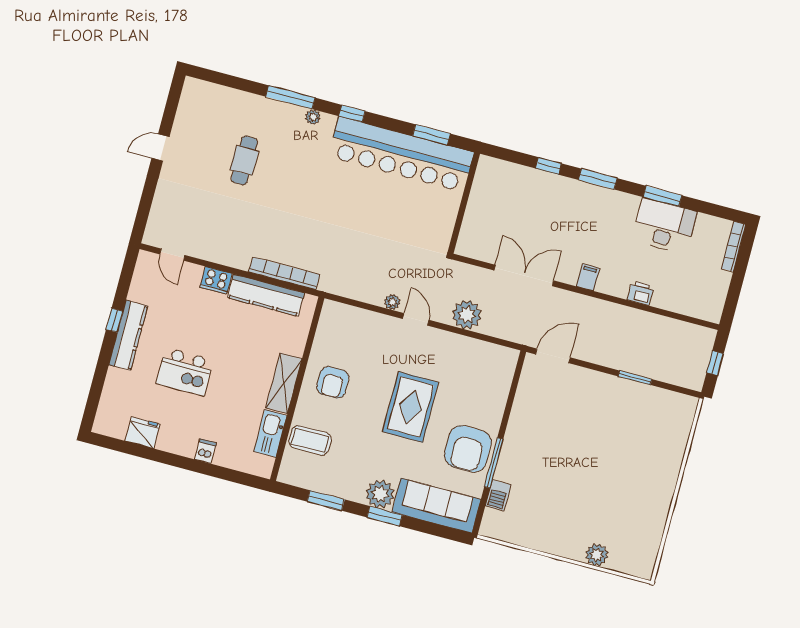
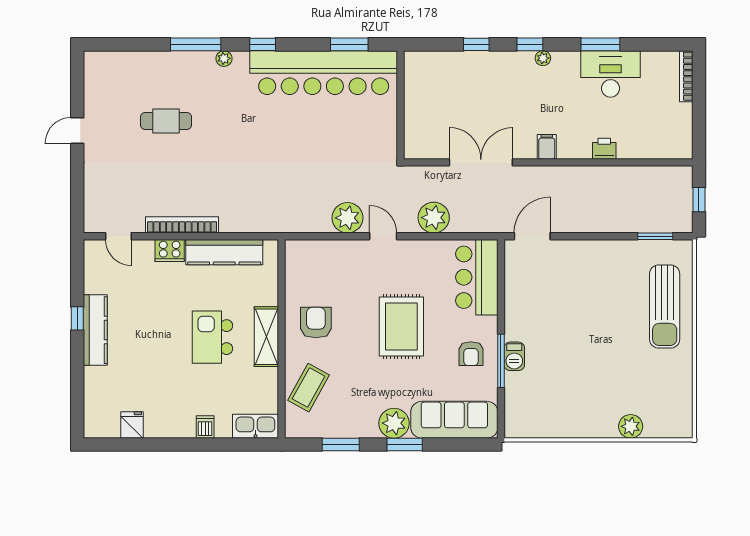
cafe table: (244, 160) -> (166, 121), turned 90
window: (598, 179) -> (530, 44), width x0.67
plant: (606, 195) -> (543, 58), added
bookcase: (284, 273) -> (182, 225), moved
plant: (392, 302) -> (347, 218), width x1.87, depth x1.87
kitchen island: (185, 372) -> (213, 337), moved, turned 90
window: (635, 378) -> (655, 236), moved
bar counter: (492, 380) -> (477, 277), added
armchair: (333, 382) -> (316, 323), turned 180
fridge: (143, 433) -> (132, 425), width x0.72
kitchen sink: (270, 433) -> (255, 426), moved, turned 90
coffee table: (310, 440) -> (309, 388), turned -61
armchair: (468, 449) -> (471, 354), width x0.53, depth x0.53
sun lounger: (657, 453) -> (665, 307), added
barbecue: (498, 495) -> (514, 356), moved

